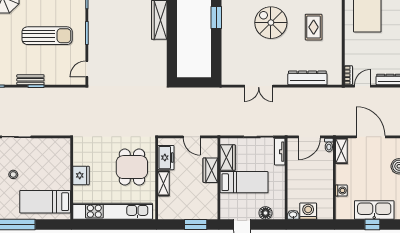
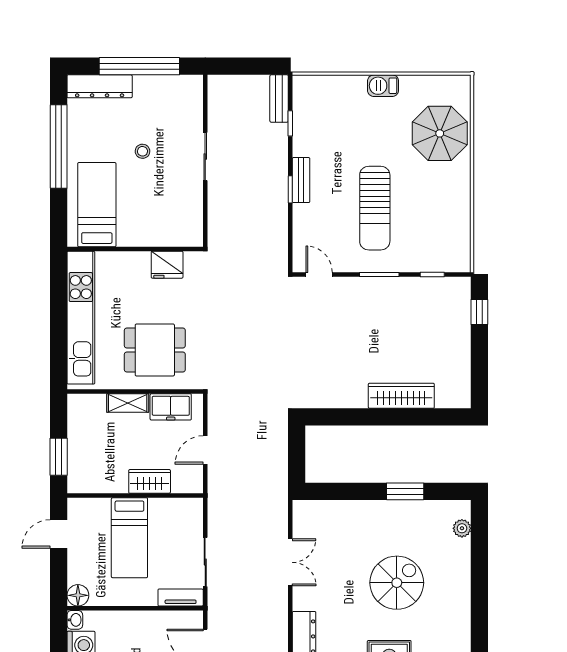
double door: (259, 86) -> (290, 562), swing flipped
wardrobe: (228, 158) -> (171, 510), removed
fridge: (81, 175) -> (167, 265), moved
floor lamp: (265, 213) -> (78, 595), moved

